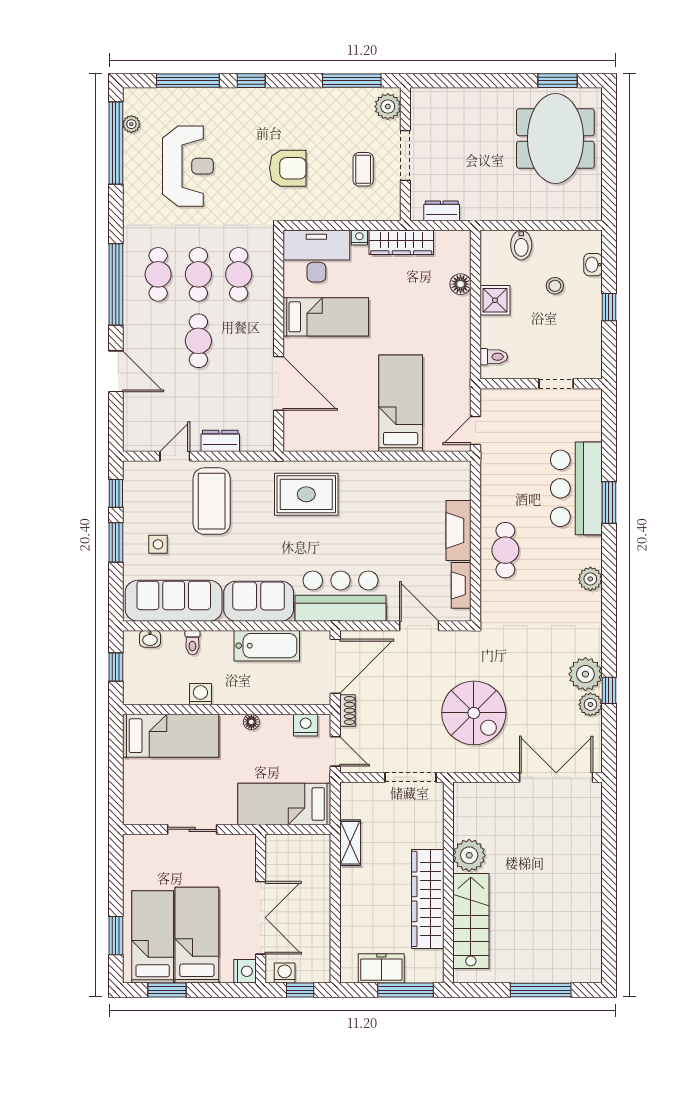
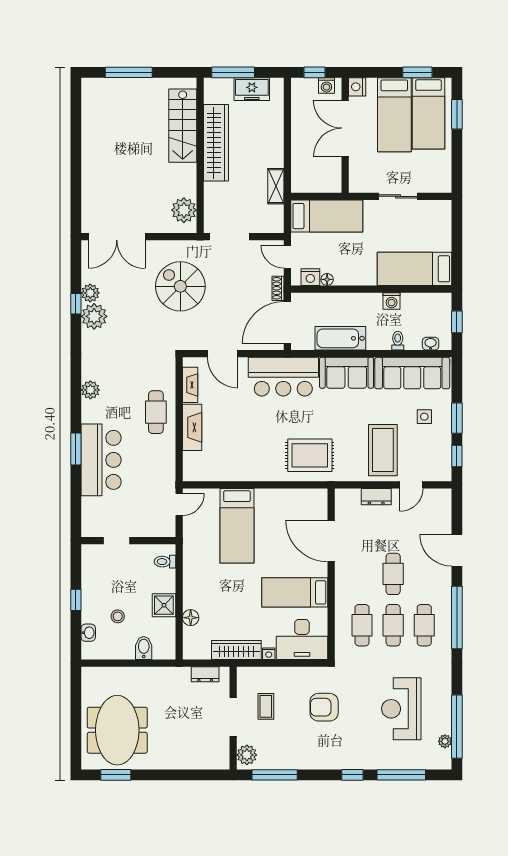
floor lamp: (251, 722) -> (327, 279), moved
plant: (469, 855) -> (184, 210), moved

